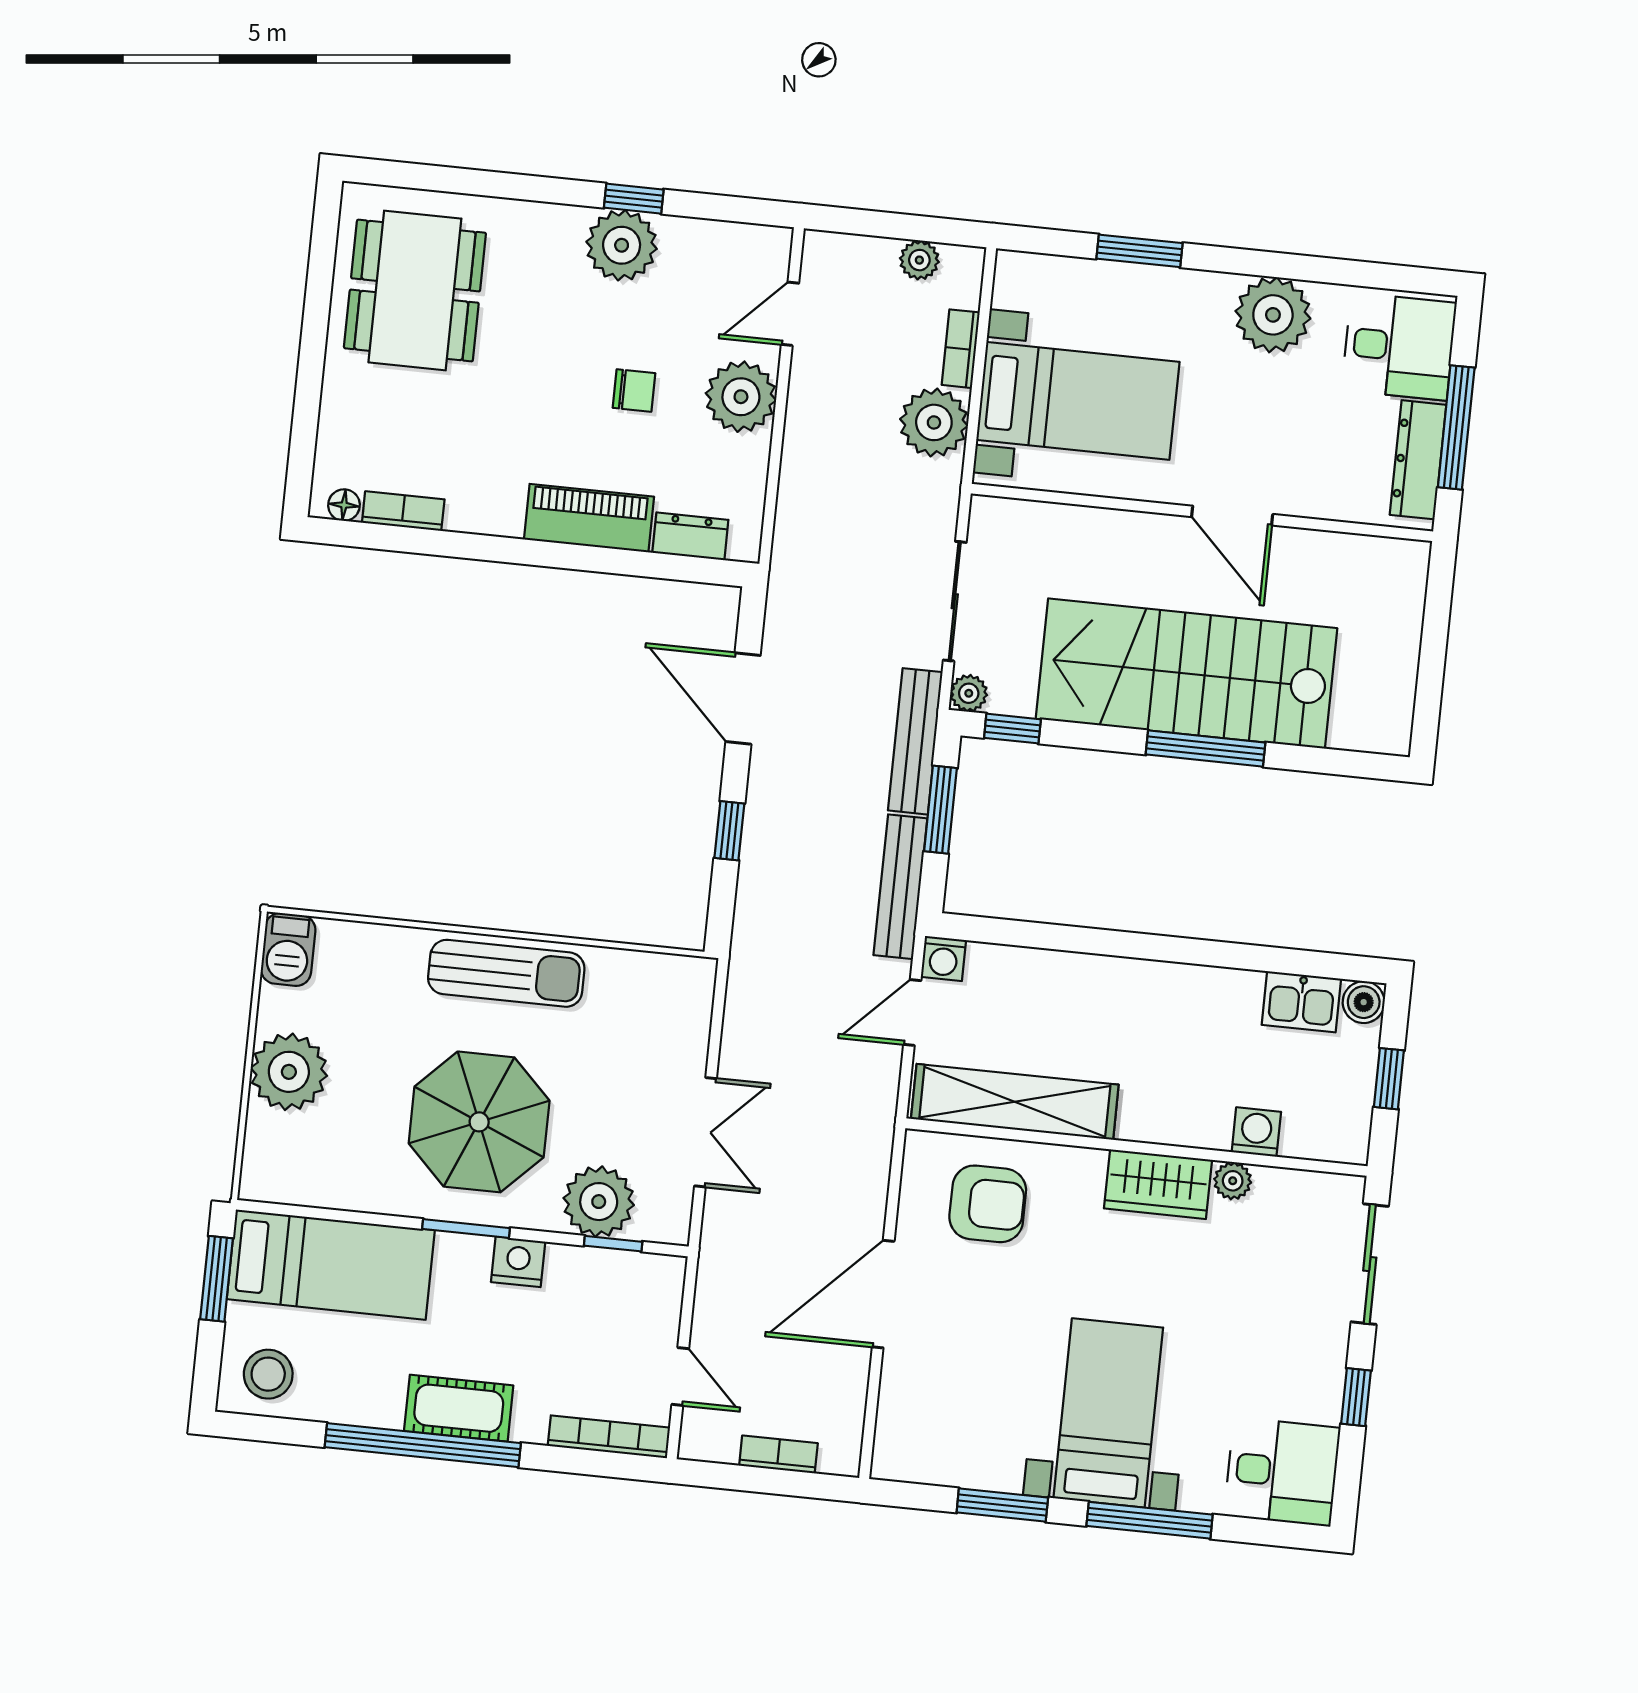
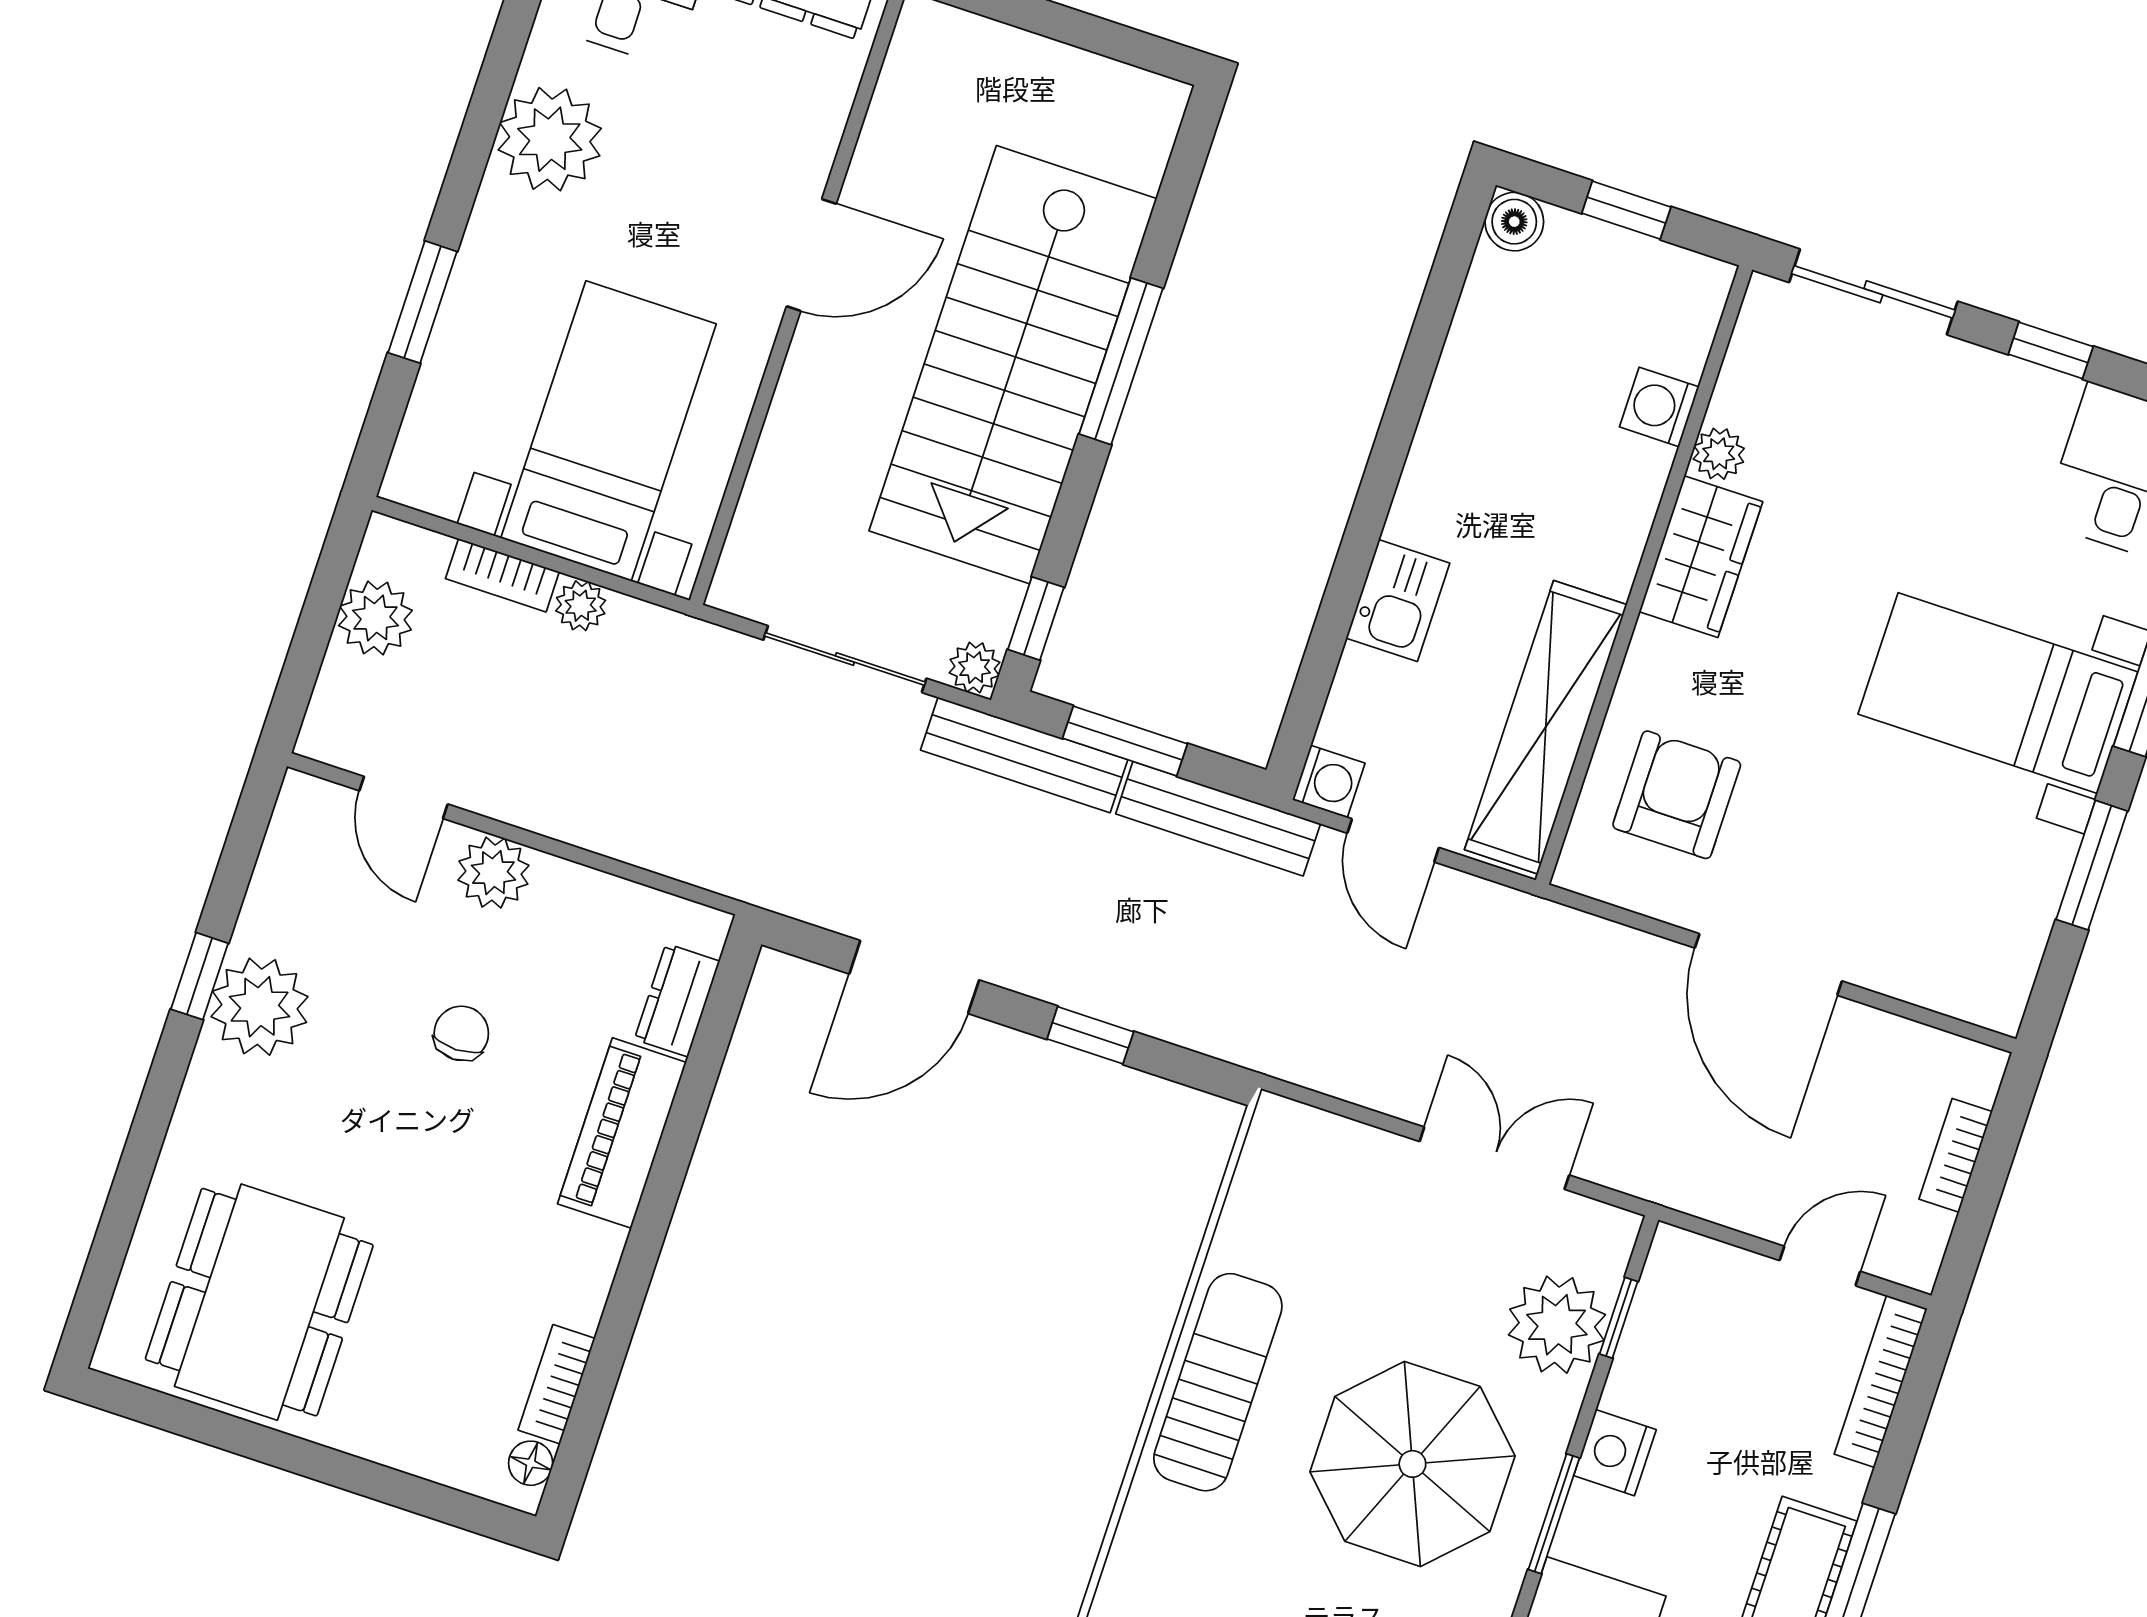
plant: (919, 260) -> (376, 618), width x1.38, depth x1.38
dining table: (415, 291) -> (259, 1302), turned 90
plant: (741, 397) -> (493, 873), width x0.73, depth x0.73
plant: (934, 422) -> (581, 606), width x0.53, depth x0.53
kitchen sink: (1301, 1002) -> (1398, 601), moved

